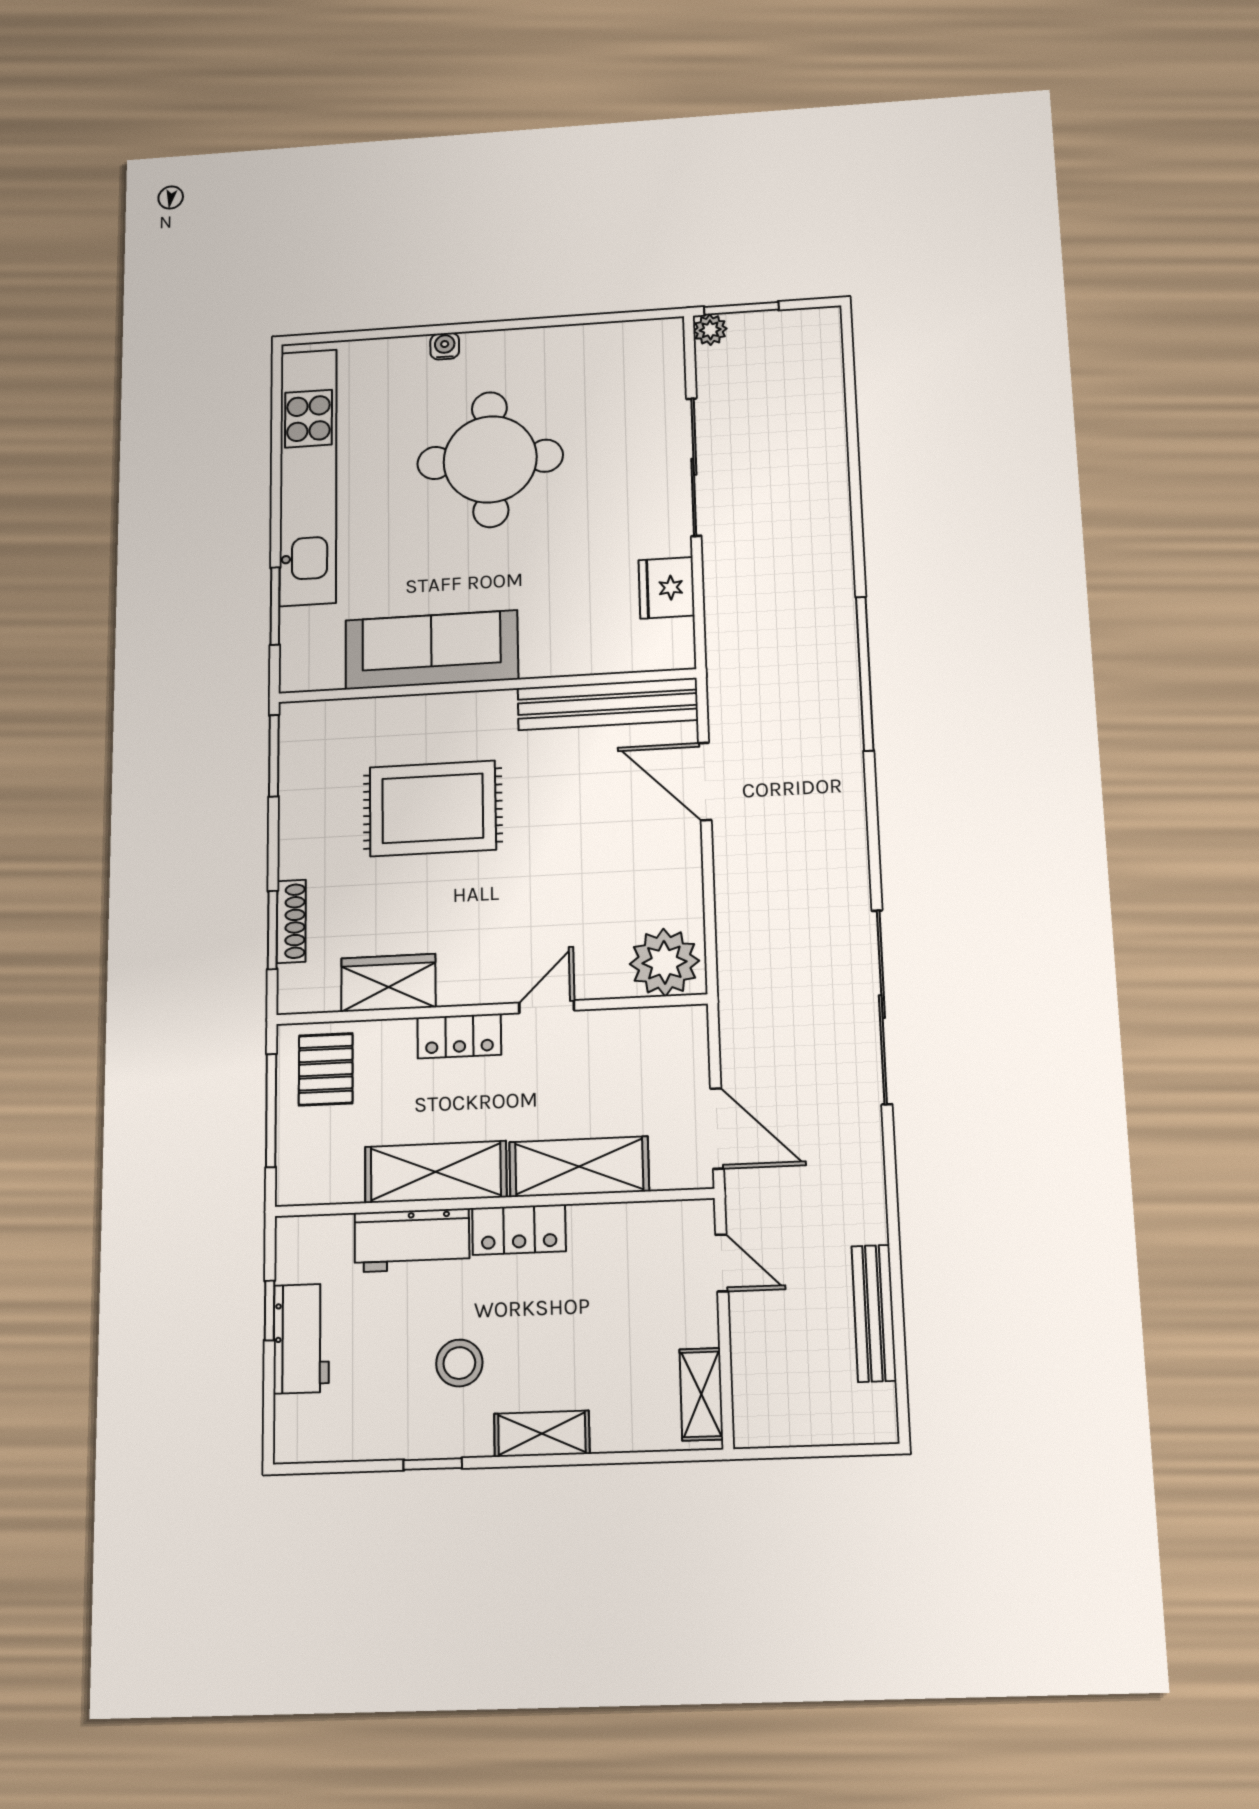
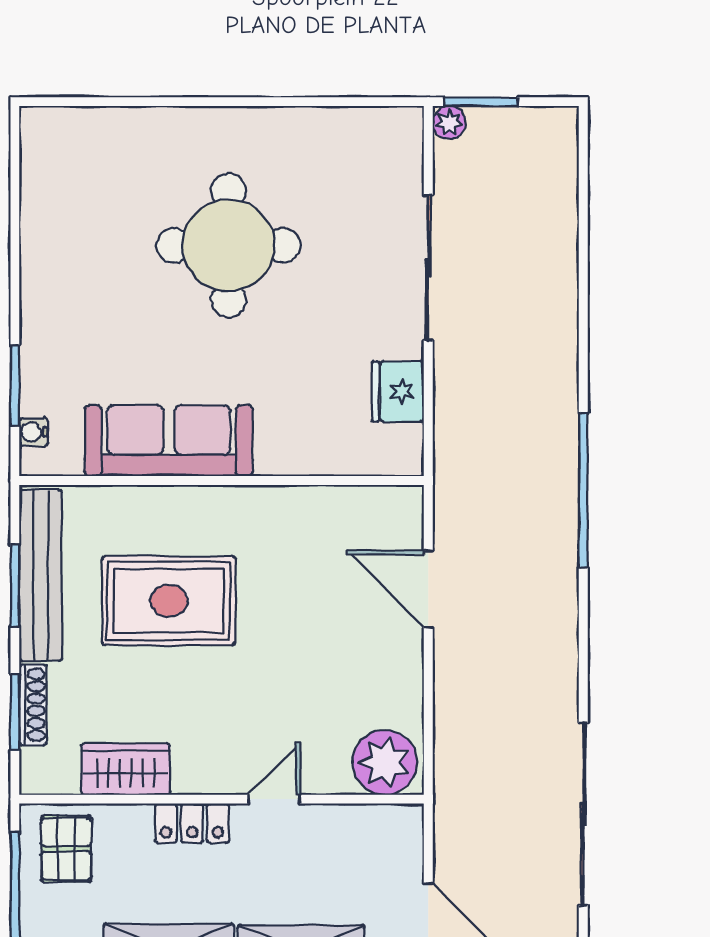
water cooler: (445, 346) -> (33, 432), moved, turned -90
kitchen unit: (308, 477) -> (47, 251), removed
bench: (608, 704) -> (41, 575), moved, turned 90
window: (274, 756) -> (15, 585), moved

